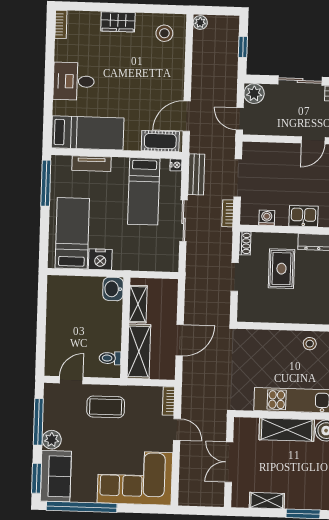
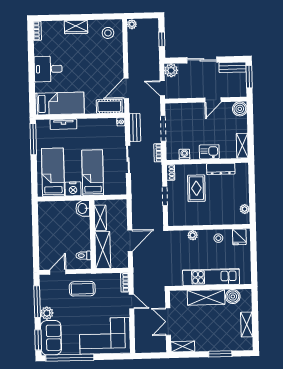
bed: (144, 191) -> (93, 173), moved, turned 180
plant: (272, 337) -> (193, 235), added
shelving: (267, 501) -> (183, 347), moved

